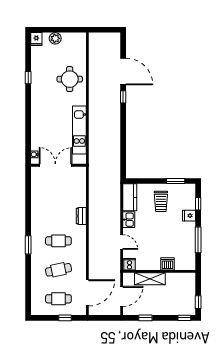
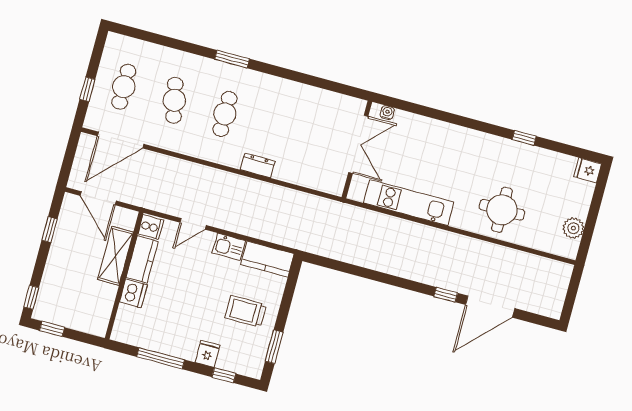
plant: (55, 38) -> (573, 228), moved
kitchen counter: (148, 264) -> (142, 259), added
door: (87, 293) -> (121, 140), hinge flipped

